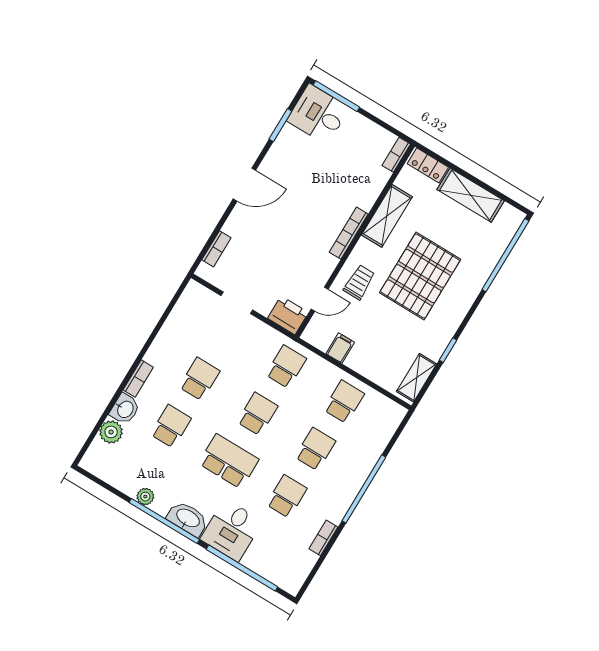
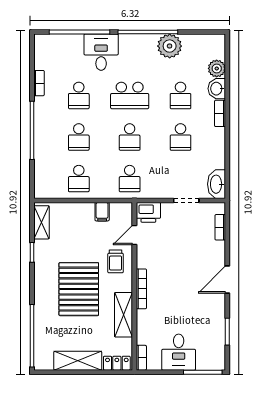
desk: (318, 114) -> (179, 352), moved, turned 90
plant: (145, 497) -> (170, 46), width x1.88, depth x1.88
washbasin: (188, 519) -> (217, 184), moved, turned 90

